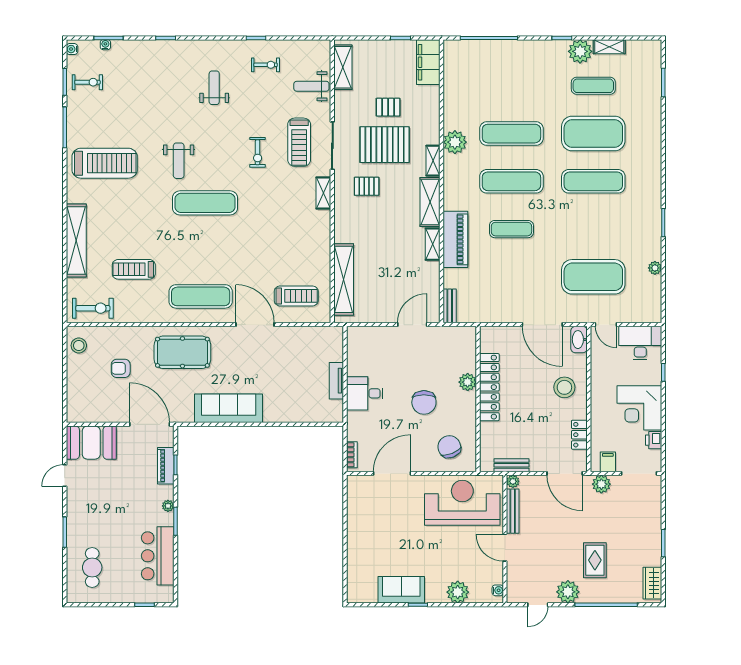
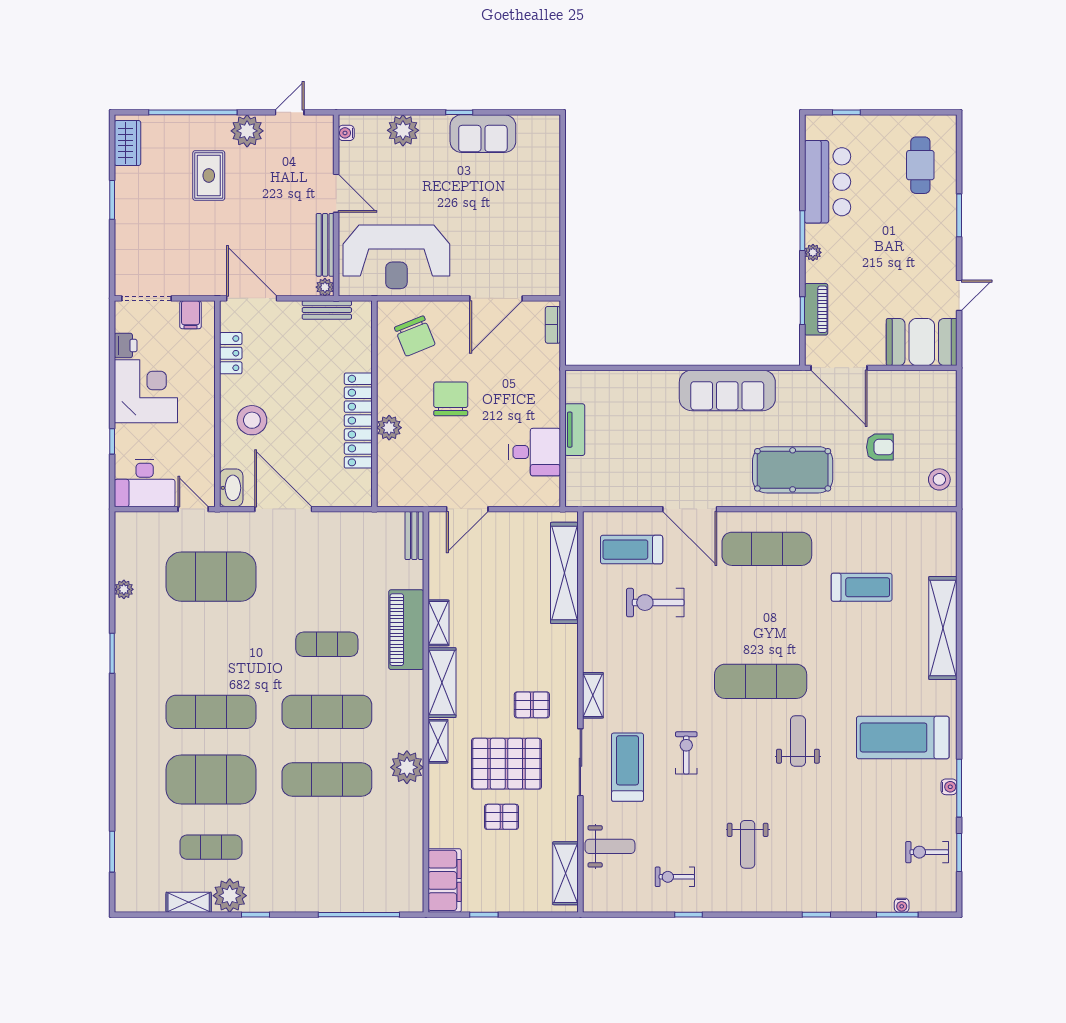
water cooler: (72, 49) -> (949, 787), moved
exercise bike: (93, 308) -> (655, 603), moved
desk: (365, 393) -> (535, 452), moved
plant: (601, 484) -> (200, 283), removed

